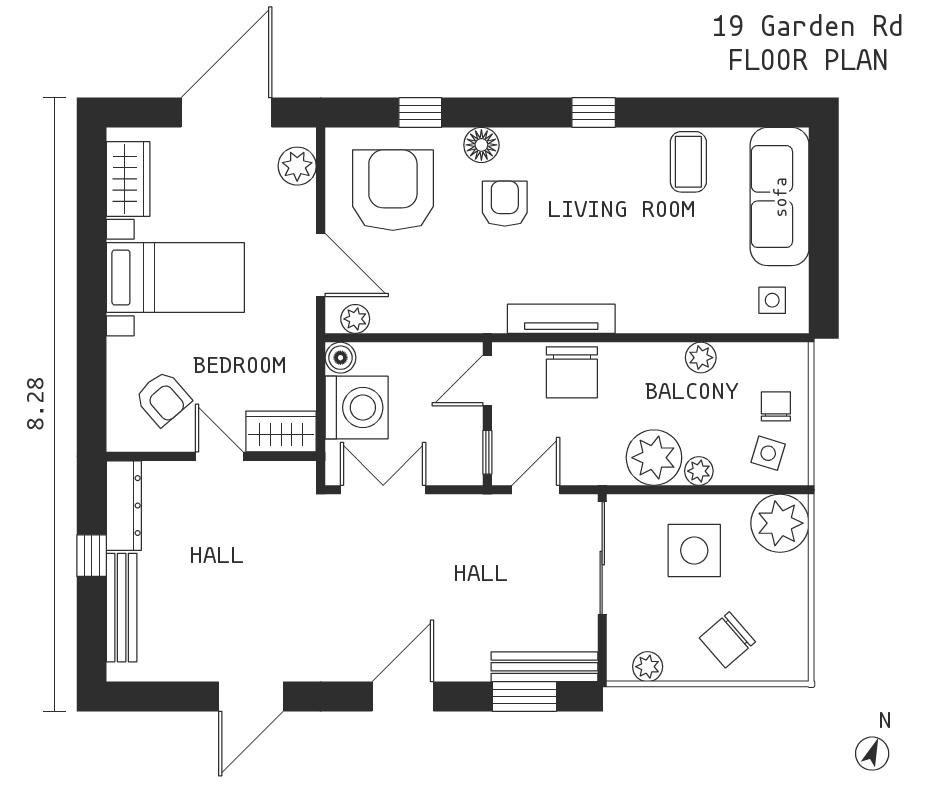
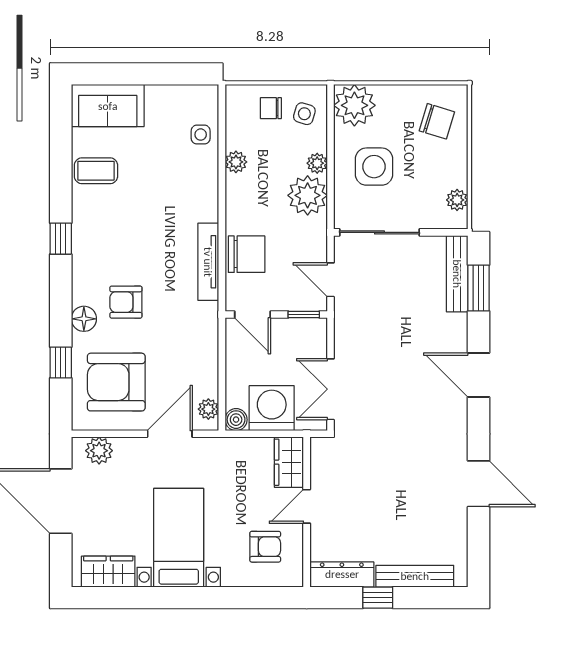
sofa: (780, 197) -> (108, 106), width x0.73
side table: (772, 300) -> (201, 135), moved
armchair: (163, 398) -> (265, 547), turned 41
chair: (727, 640) -> (437, 121), moved, turned -32

